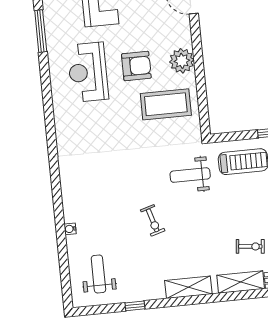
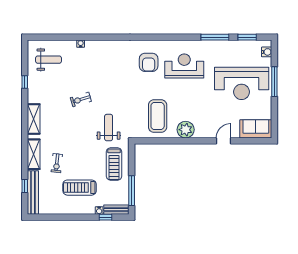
armchair: (136, 66) -> (149, 62), moved

